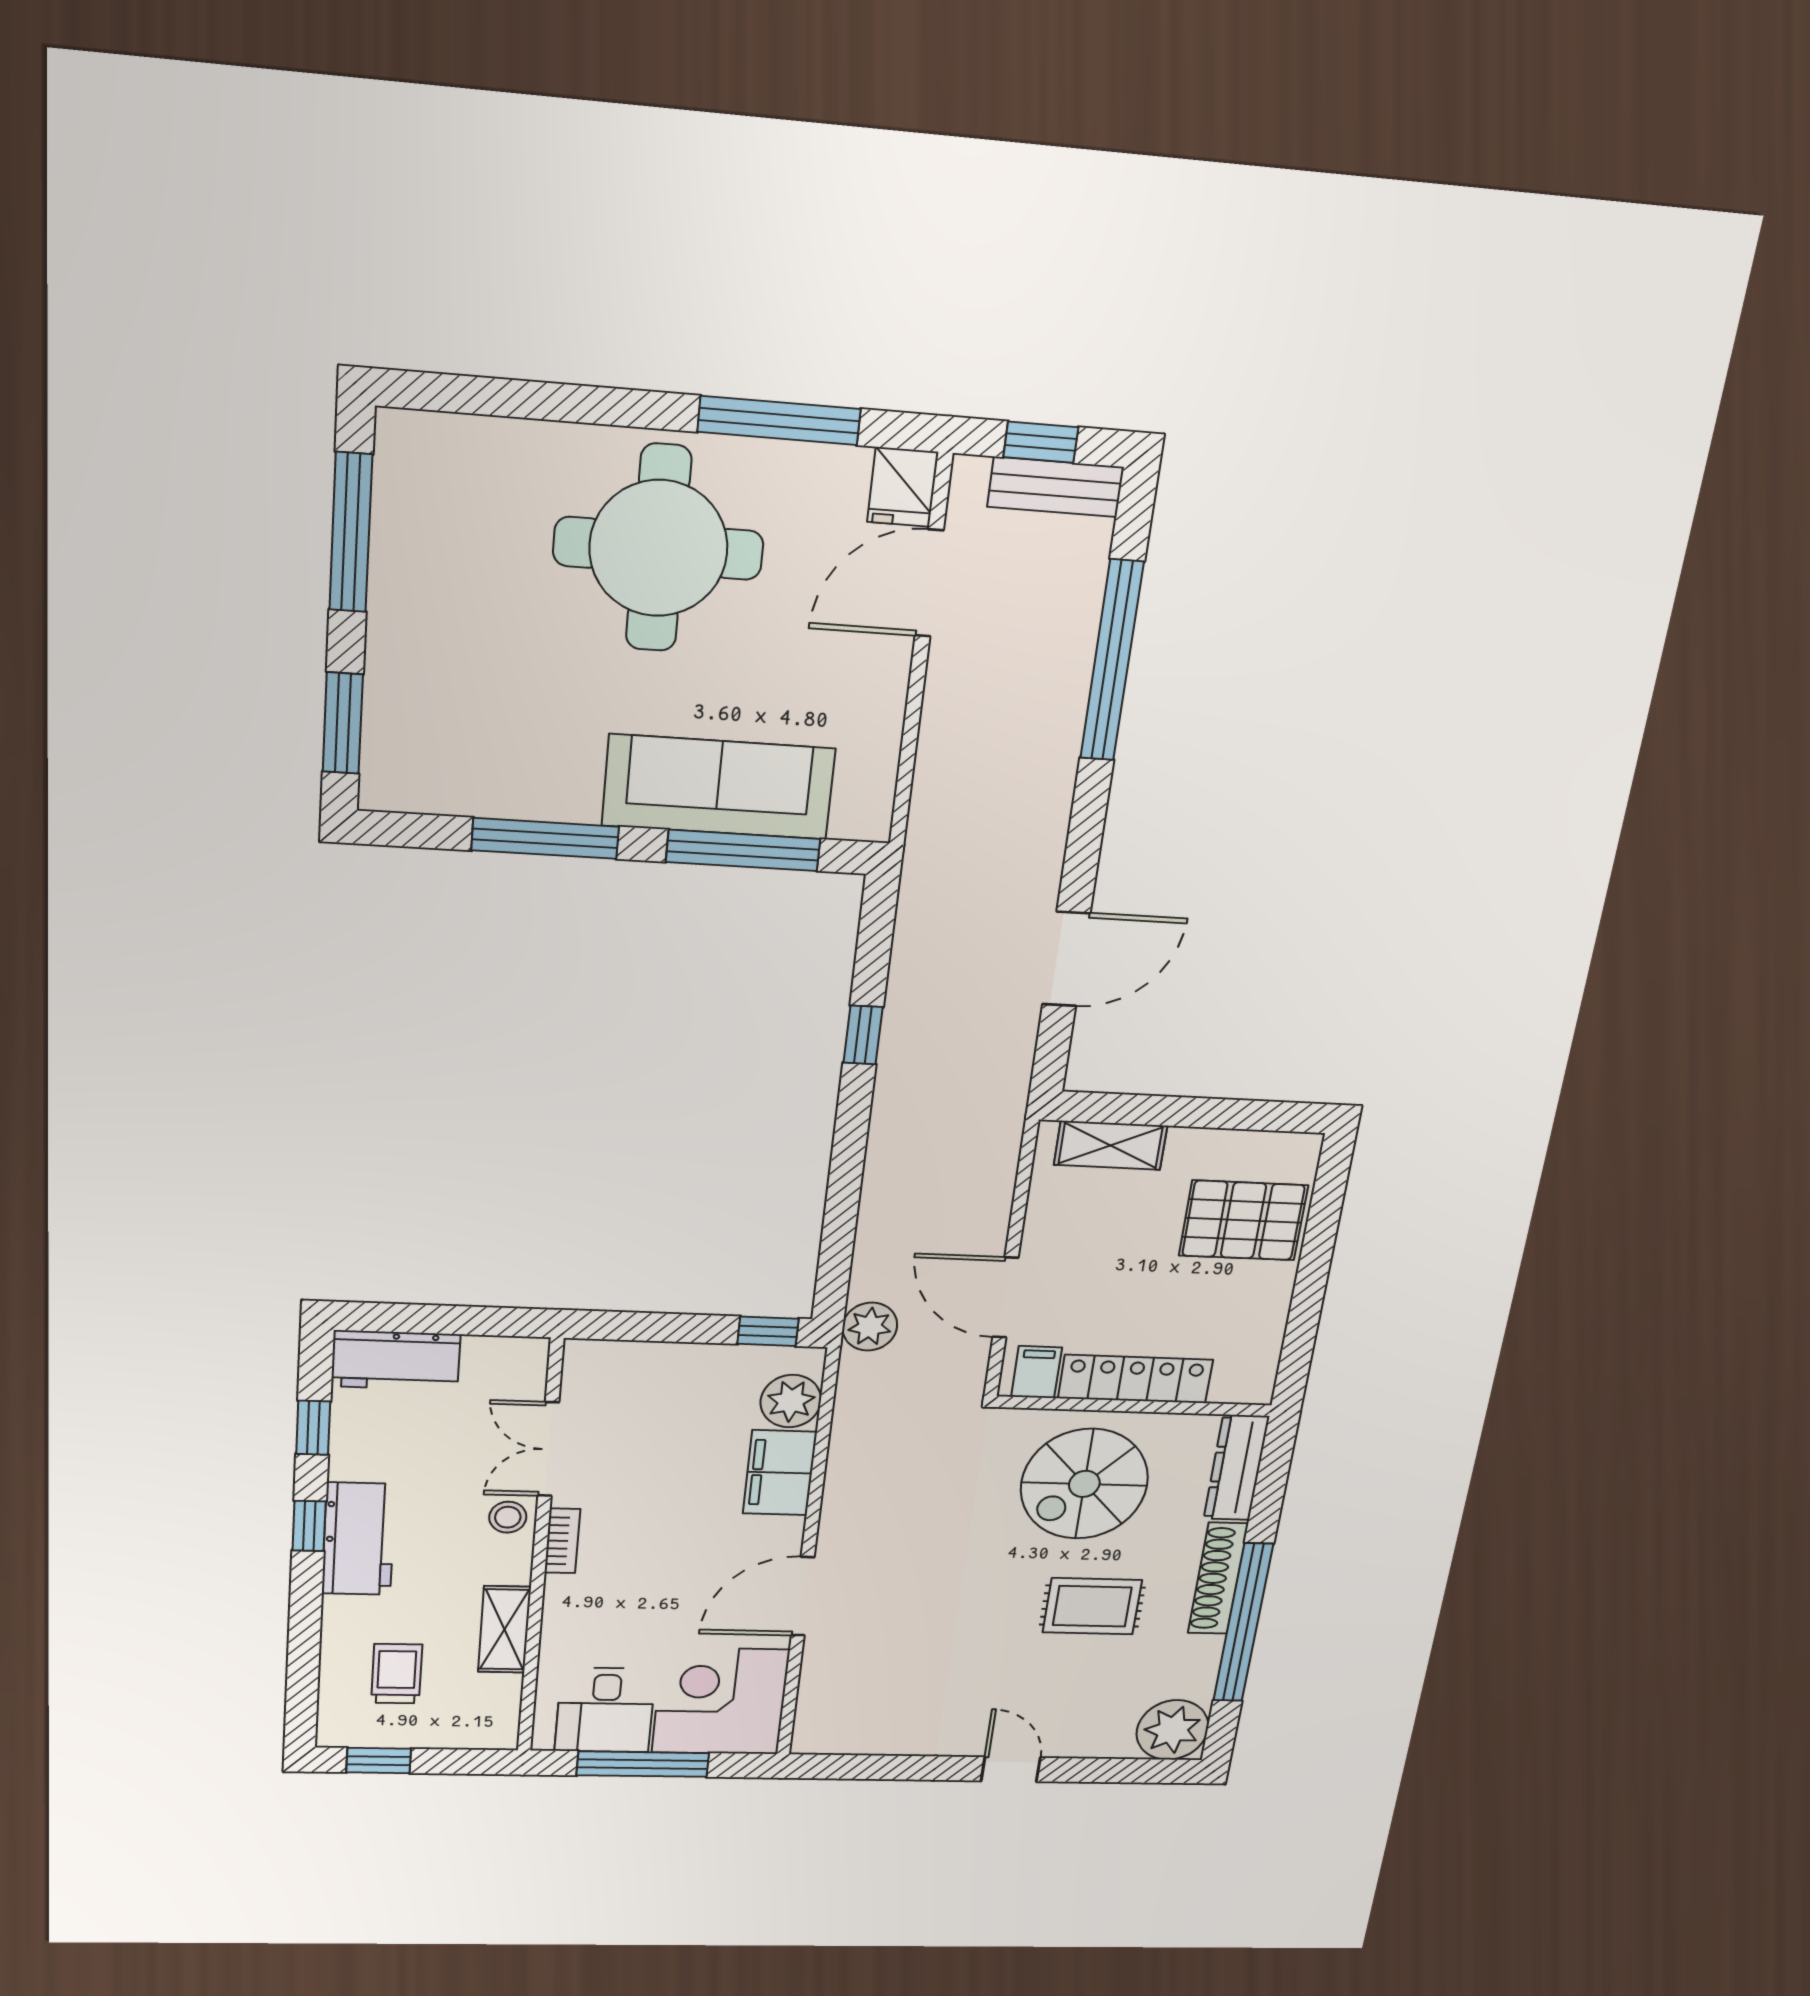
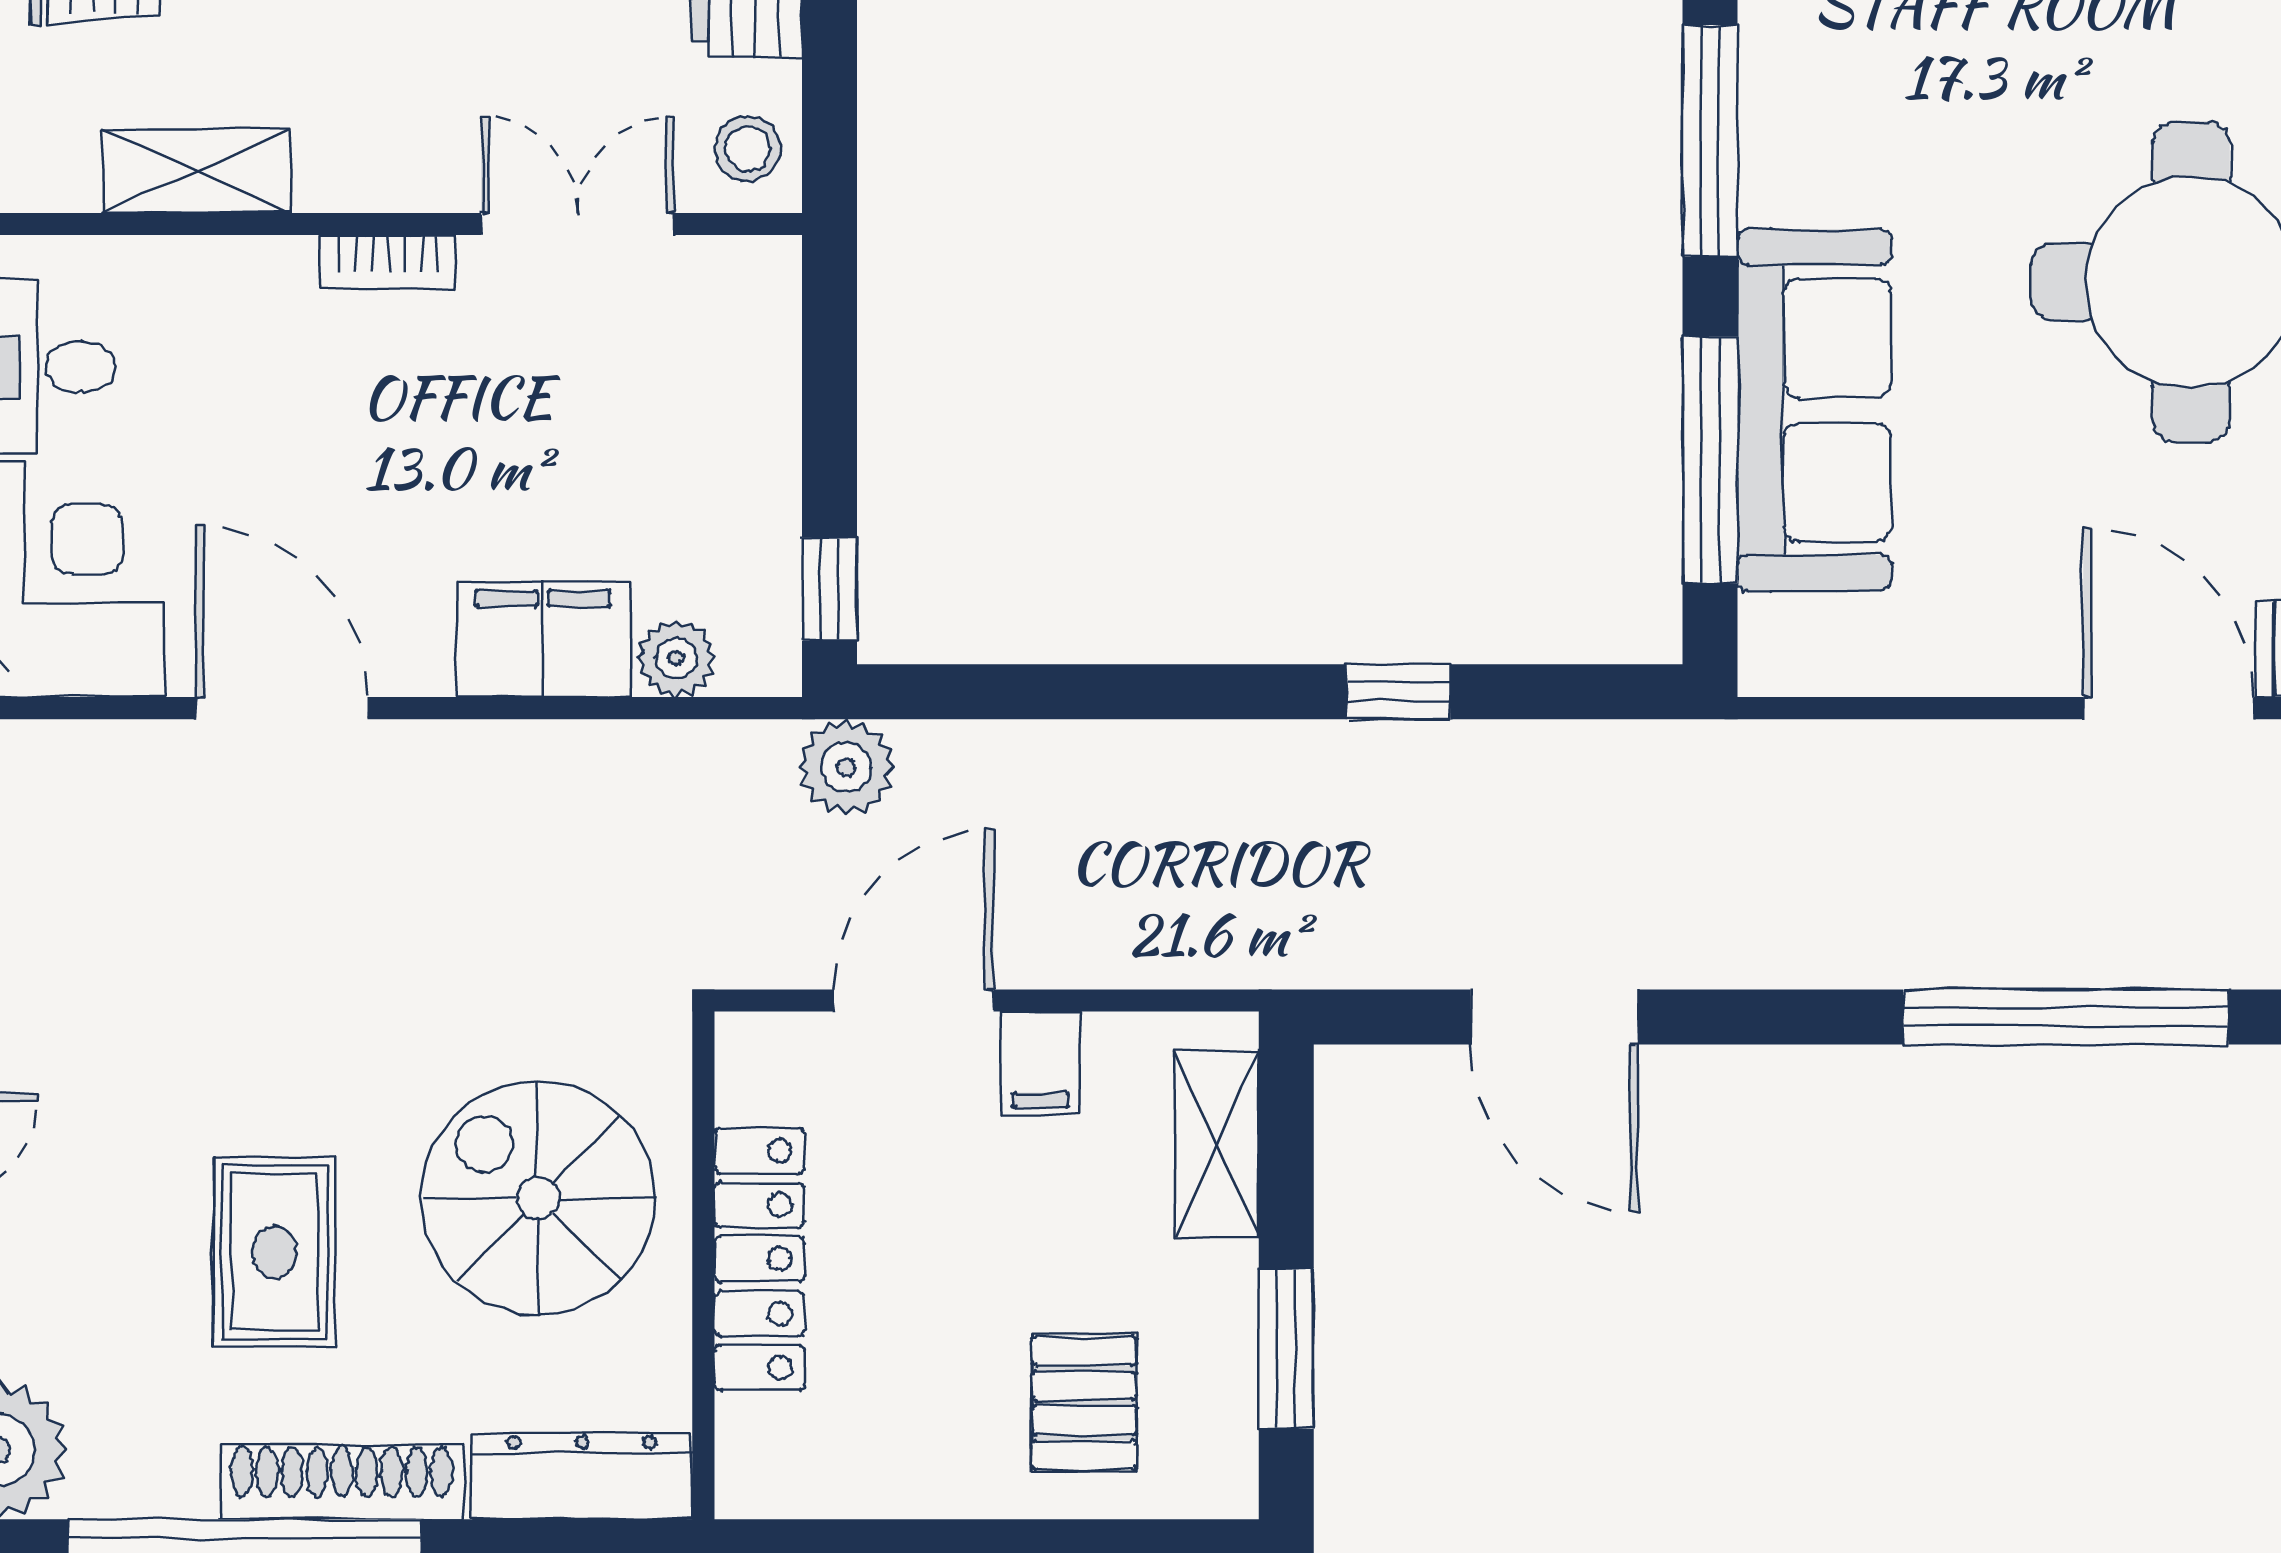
window: (1232, 1114) -> (1286, 1349), added
pallet: (1243, 1220) -> (1084, 1403), width x0.67, depth x0.71
filing cabinet: (1037, 1372) -> (1040, 1064), moved, turned 90
plant: (791, 1401) -> (676, 658), width x0.73, depth x0.73
stool: (508, 1517) -> (748, 149), moved

